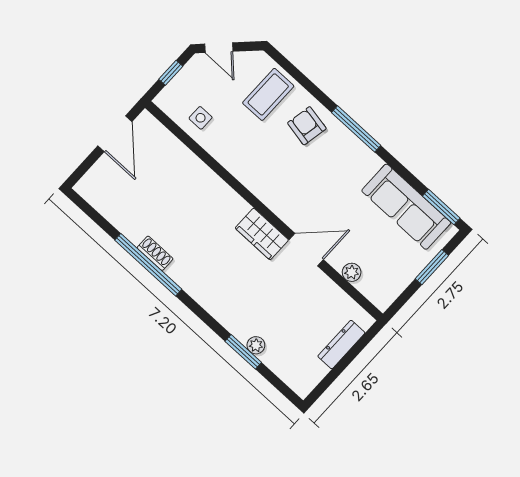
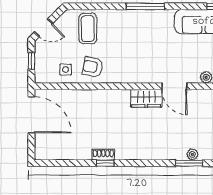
armchair: (307, 126) -> (93, 67), moved
door: (115, 134) -> (31, 115), width x1.36
door: (306, 250) -> (174, 86), swing flipped
window: (148, 265) -> (105, 163), width x0.32

